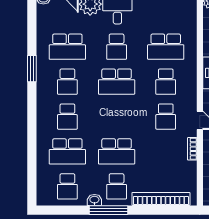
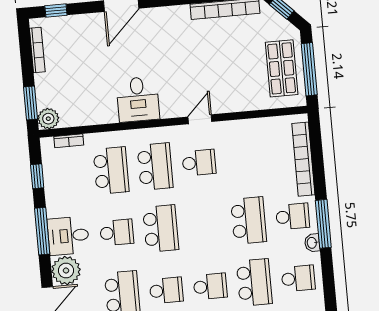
school desk: (166, 82) -> (155, 167), width x1.85
bookcase: (192, 149) -> (69, 141), moved

